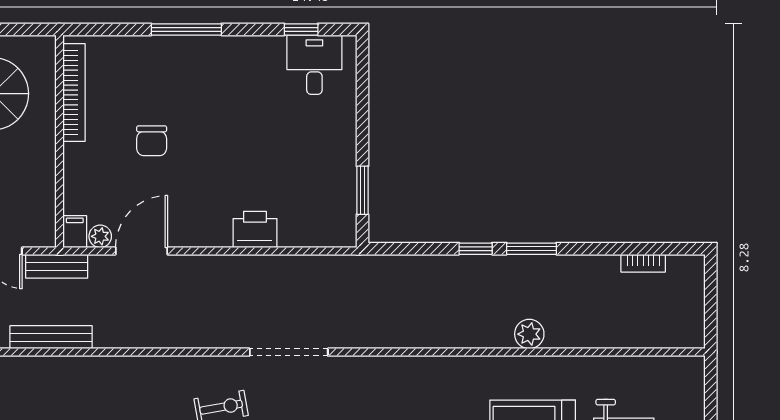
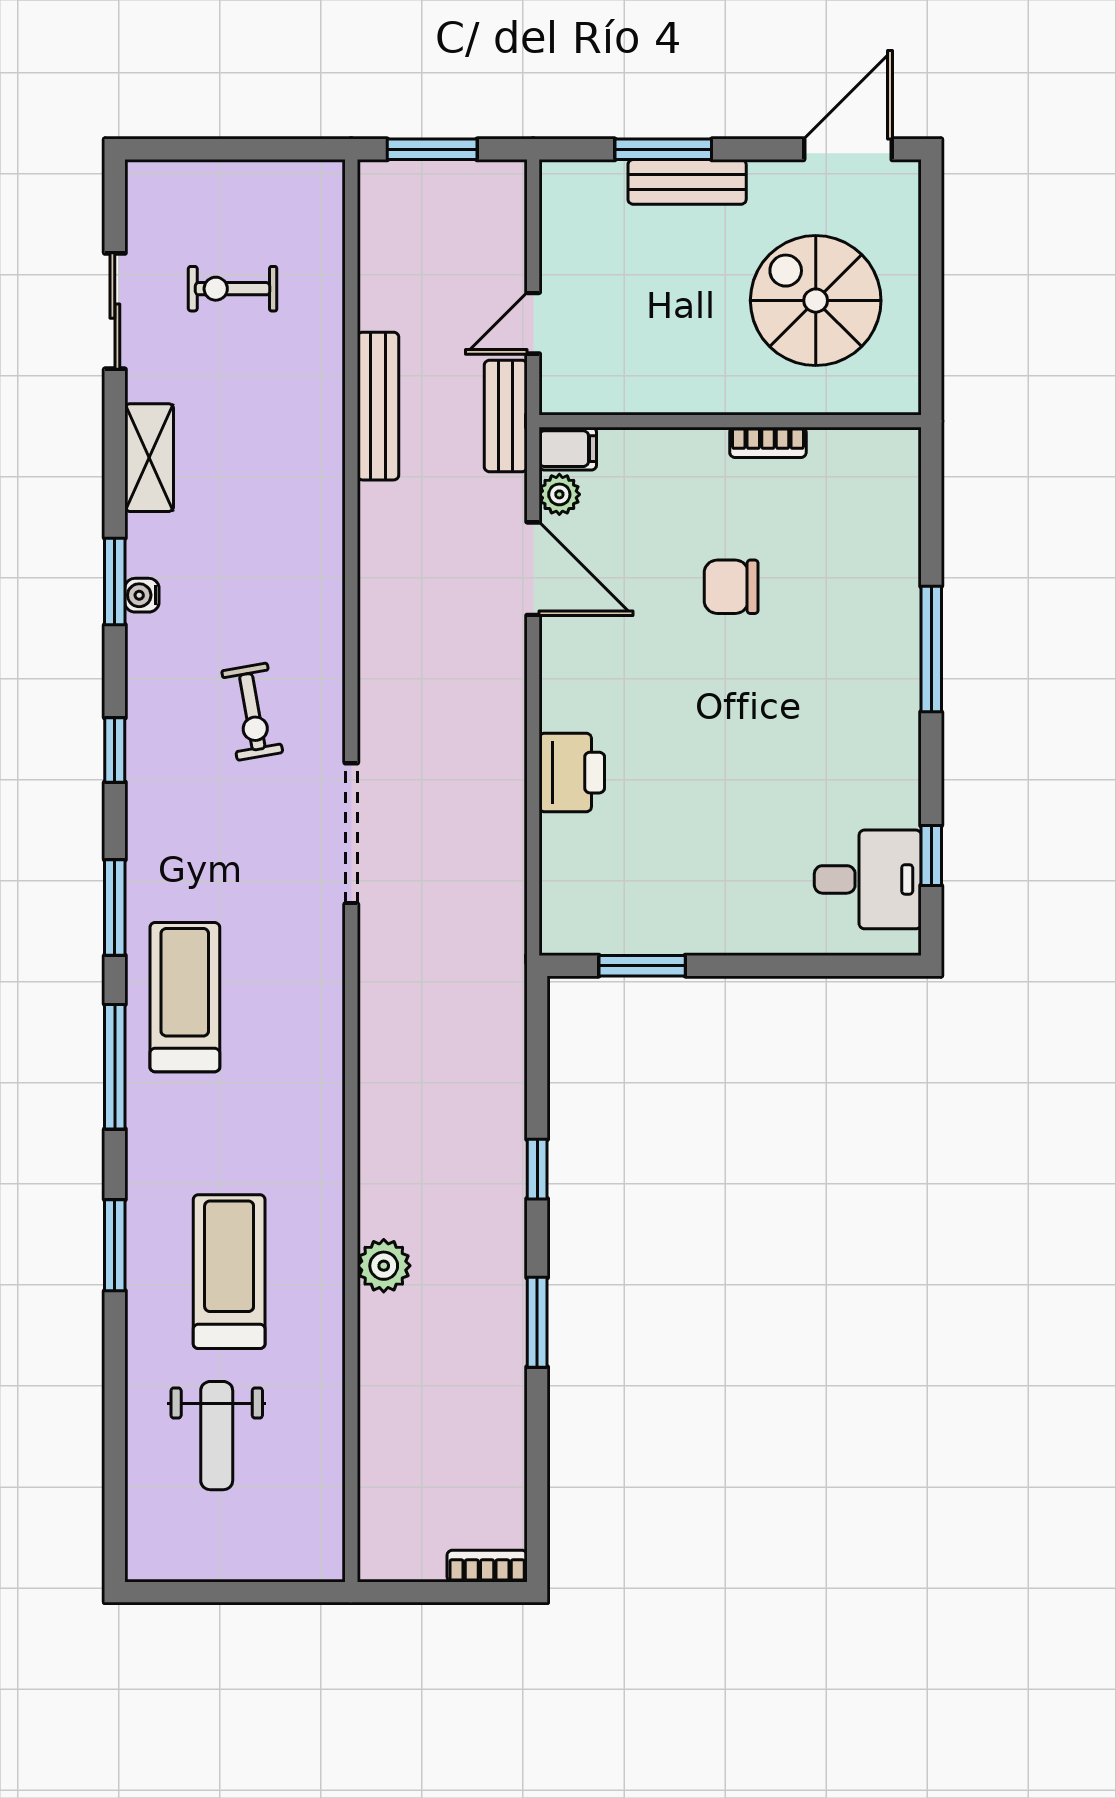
bookcase: (74, 92) -> (768, 442), width x0.43, depth x0.76
window: (531, 249) -> (537, 1322), moved
bookcase: (643, 263) -> (487, 1566), moved, turned 90

